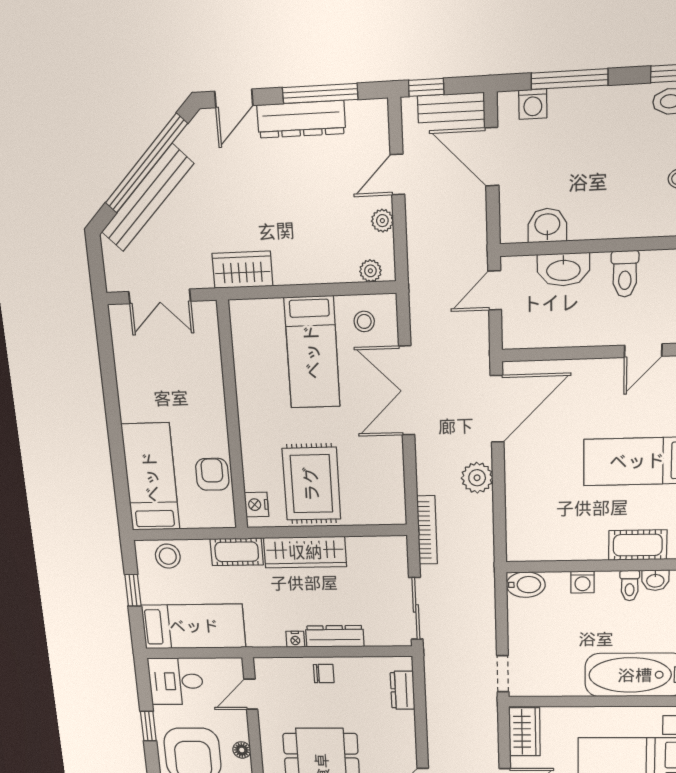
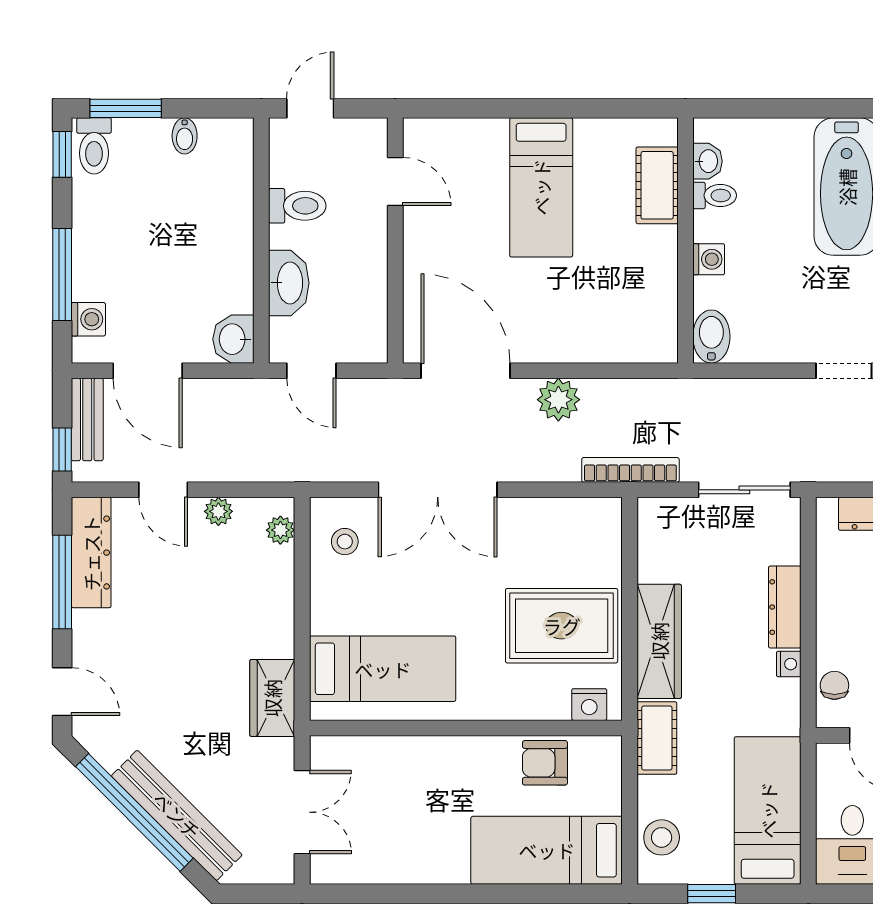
dresser: (301, 119) -> (91, 553), moved
door: (492, 157) -> (148, 371), hinge flipped
washbasin: (547, 225) -> (233, 339), moved
bed: (312, 352) -> (383, 669), moved
chair: (324, 674) -> (834, 685), moved

